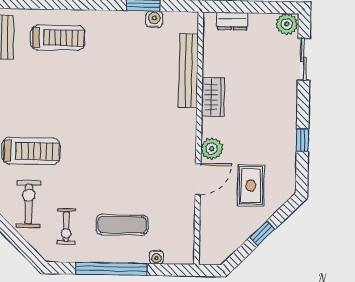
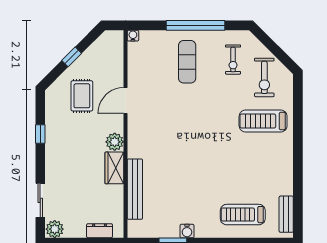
water cooler: (154, 19) -> (187, 231), moved
plant: (212, 149) -> (115, 142), moved
exercise mat: (122, 225) -> (187, 62), turned 90
exercise bike: (66, 226) -> (233, 60), turned 180
water cooler: (156, 257) -> (133, 36), moved

